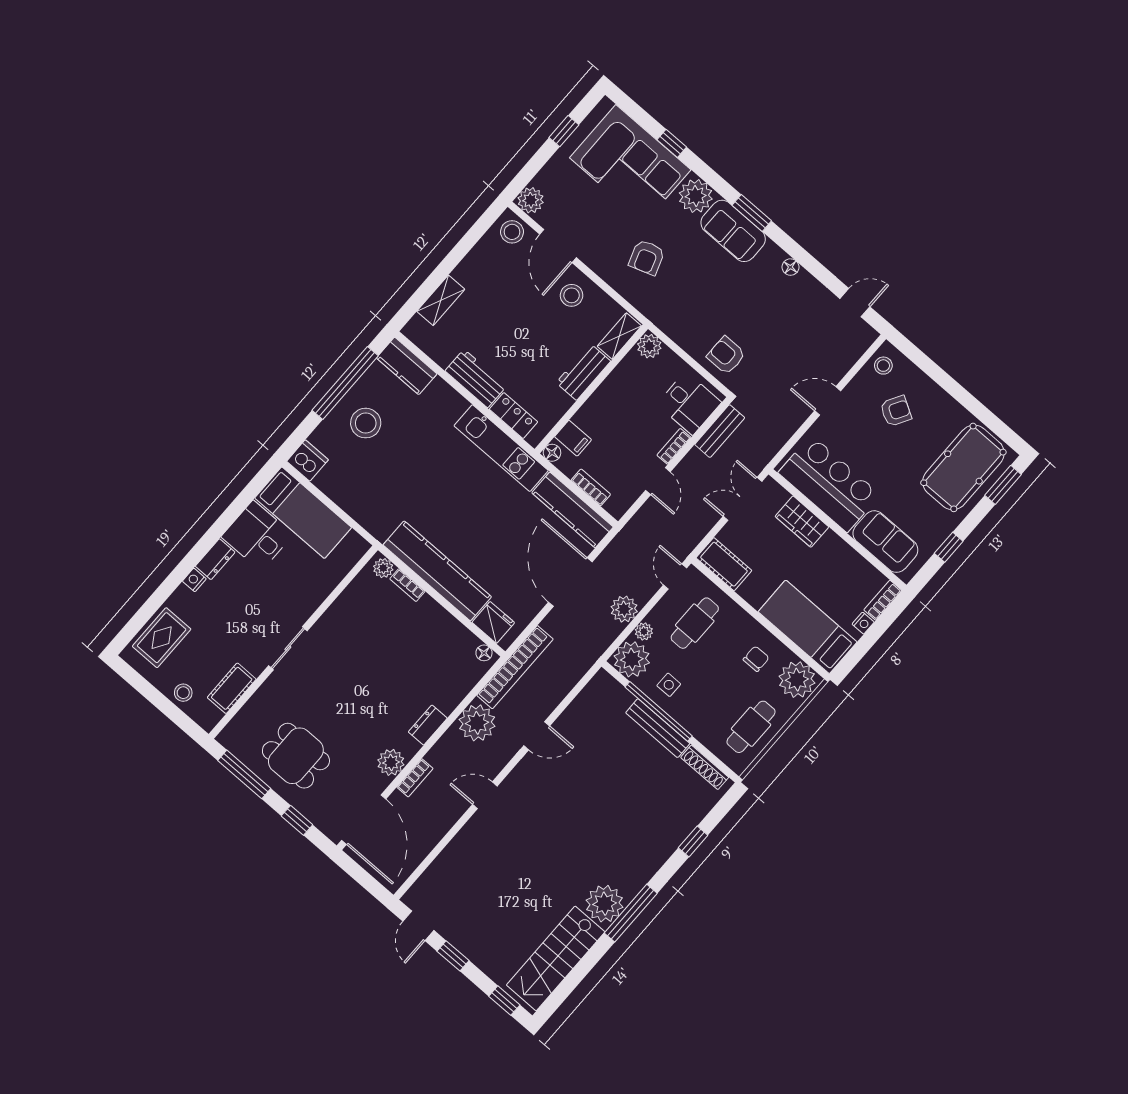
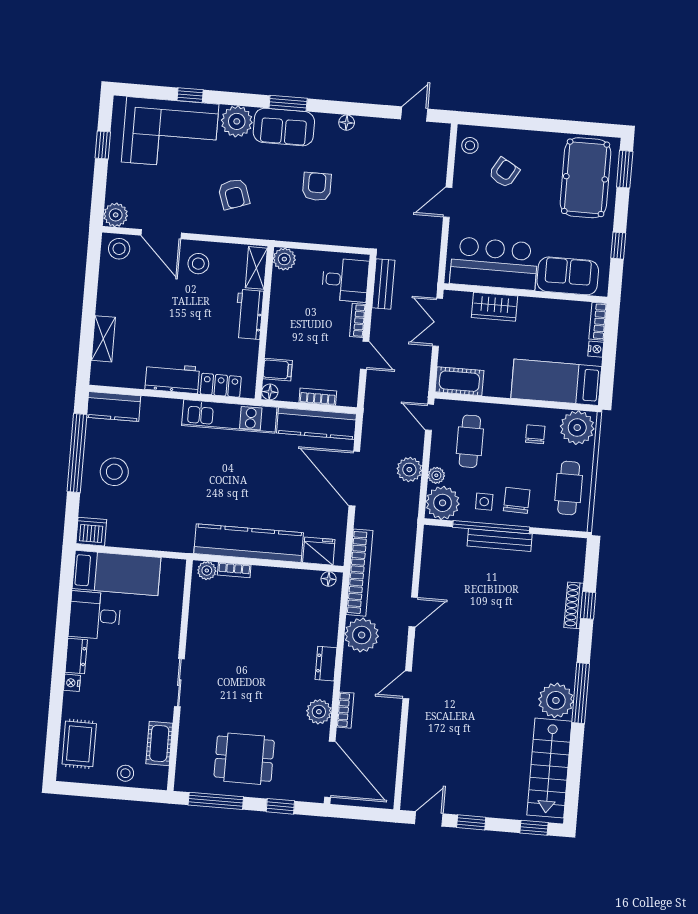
armchair: (726, 355) -> (317, 187), moved, turned 90
chair: (698, 704) -> (517, 500), added
shoe rack: (705, 767) -> (574, 605), moved, turned 90
door: (418, 926) -> (429, 819), swing flipped

